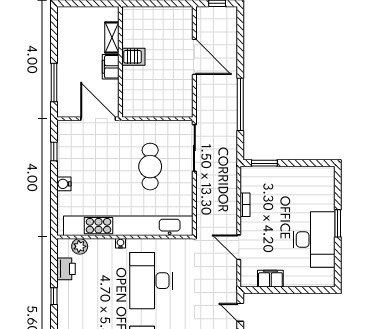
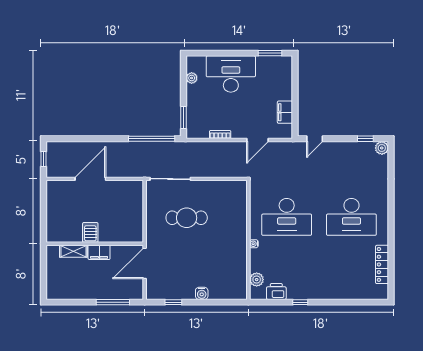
window: (240, 104) -> (152, 139), moved
plant: (309, 172) -> (192, 78), added
window: (338, 223) -> (270, 53), moved
kitchen unit: (128, 226) -> (238, 237), removed
desk: (314, 240) -> (231, 74), moved

